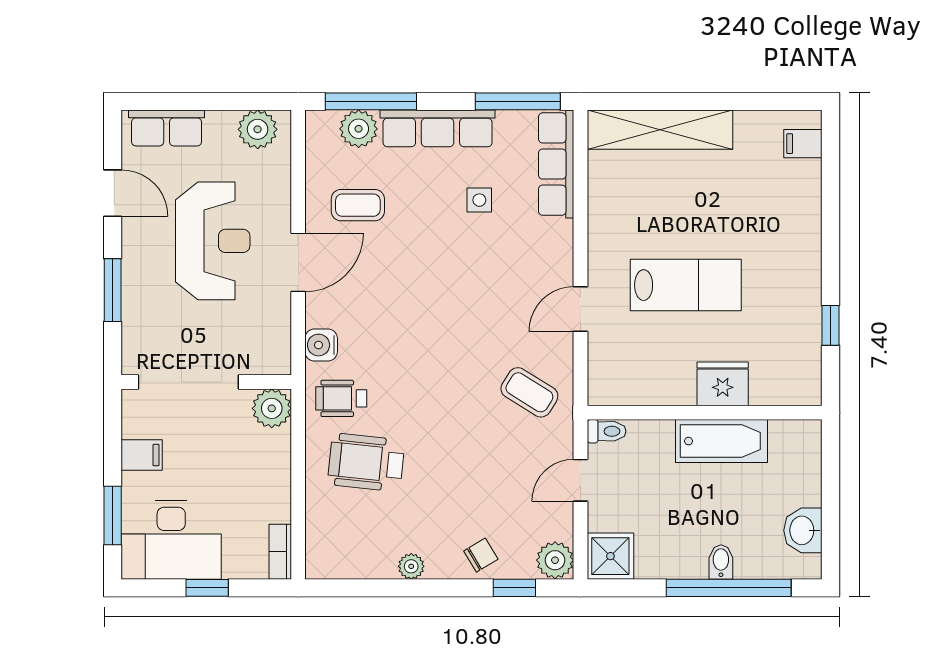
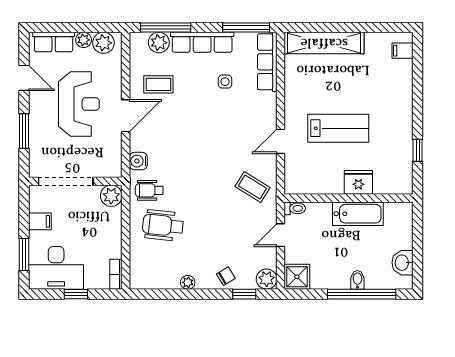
plant: (221, 124) -> (84, 40), added

